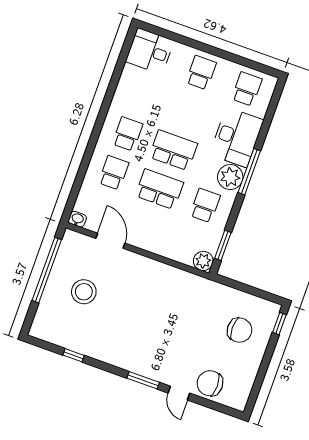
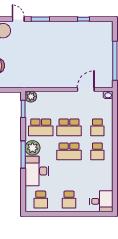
school desk: (205, 205) -> (41, 127), width x1.85
door: (110, 241) -> (86, 89), swing flipped
stool: (84, 292) -> (90, 56), removed

